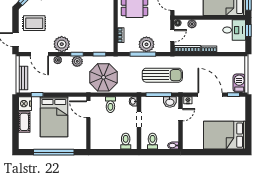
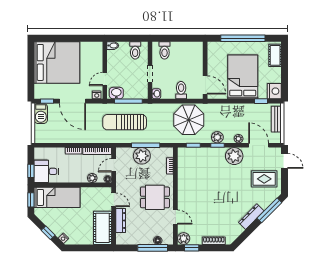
cot: (24, 122) -> (275, 55), moved
bed: (224, 135) -> (57, 62), width x1.36

